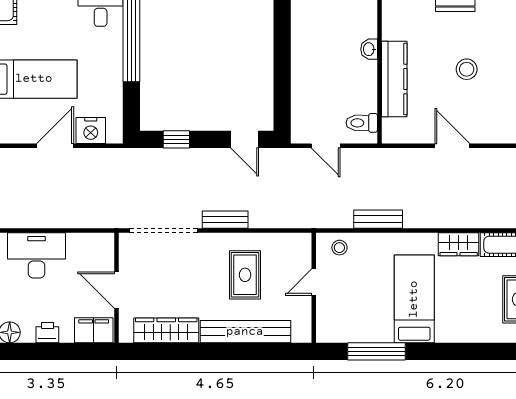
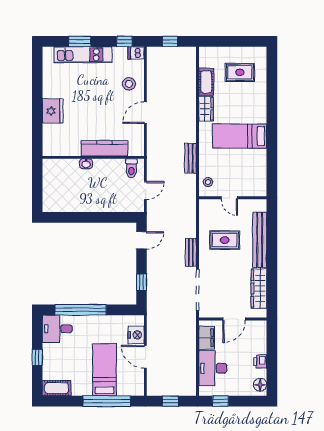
stool: (467, 69) -> (129, 84), moved
filing cabinet: (94, 330) -> (207, 338), moved, turned 180
window: (377, 351) -> (272, 159), removed

